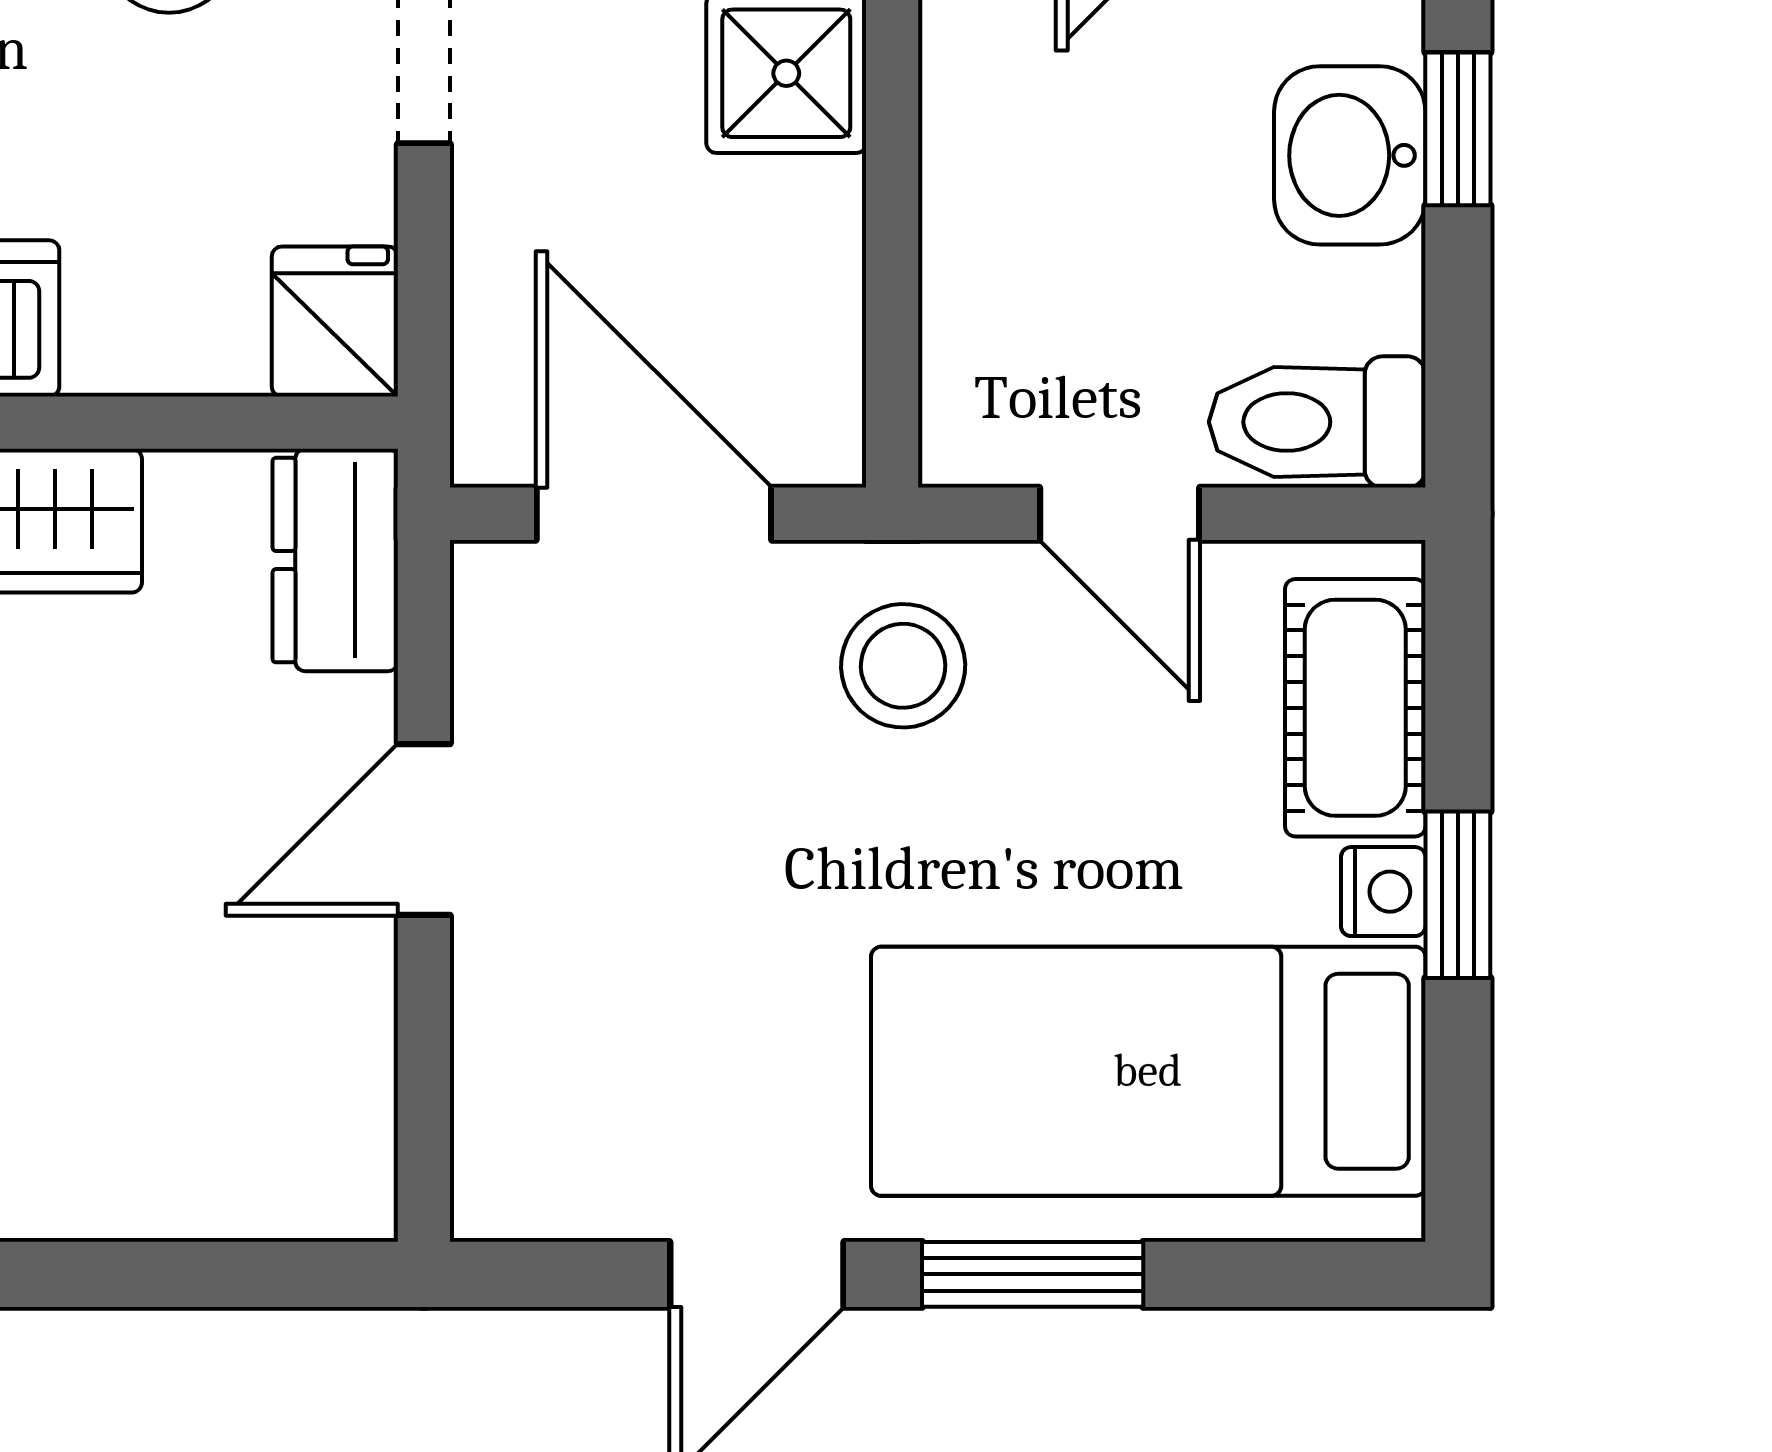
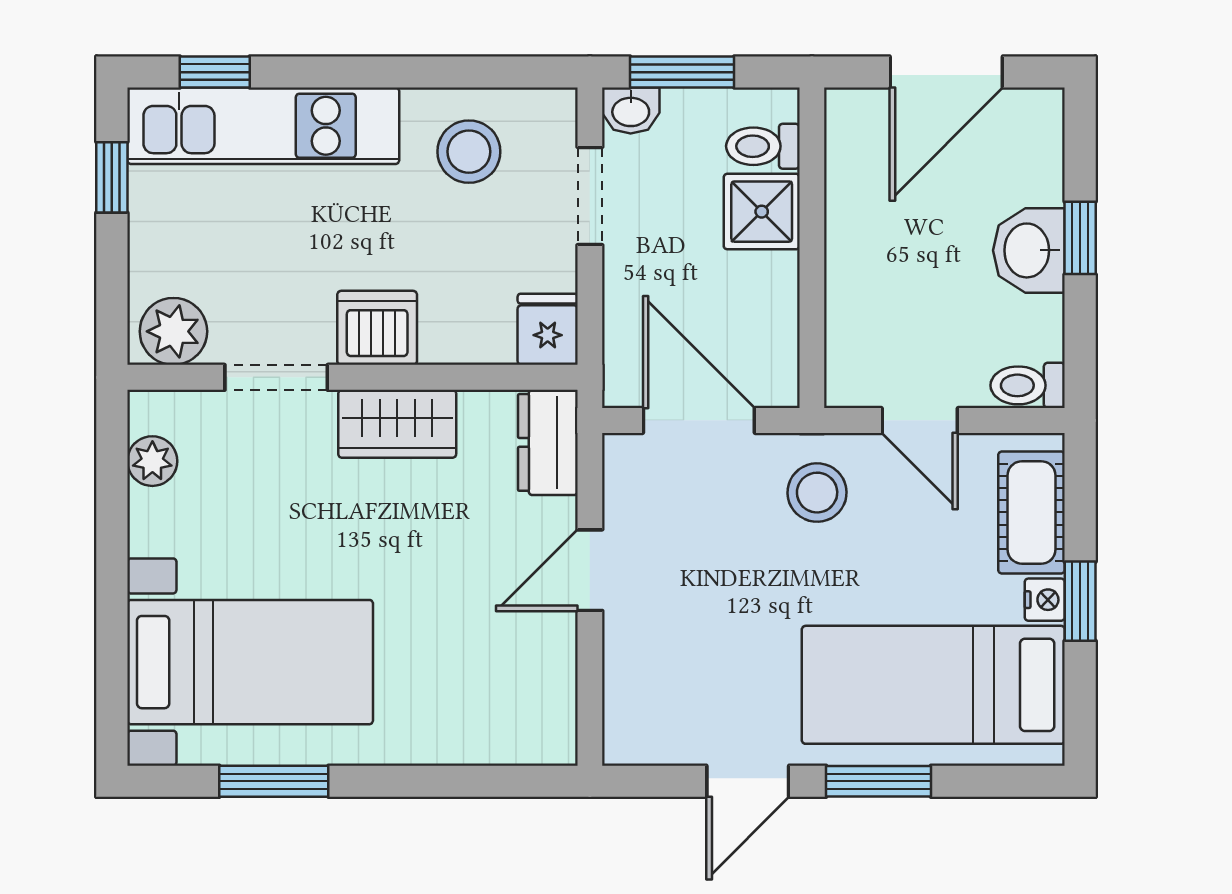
toilet: (1317, 422) -> (1028, 385), width x0.73, depth x0.72

